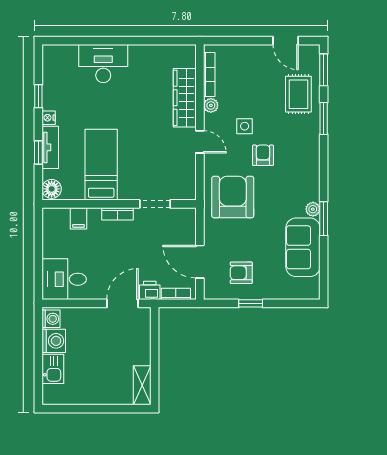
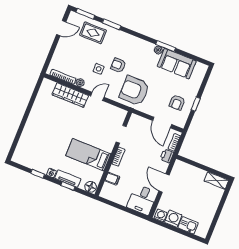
desk: (103, 63) -> (34, 132), removed
door: (200, 262) -> (162, 123), hinge flipped
door: (123, 303) -> (164, 183), moved

